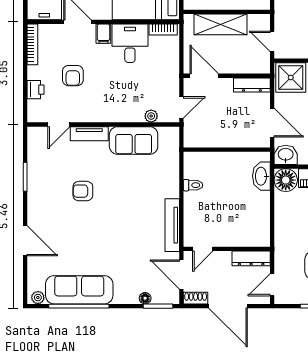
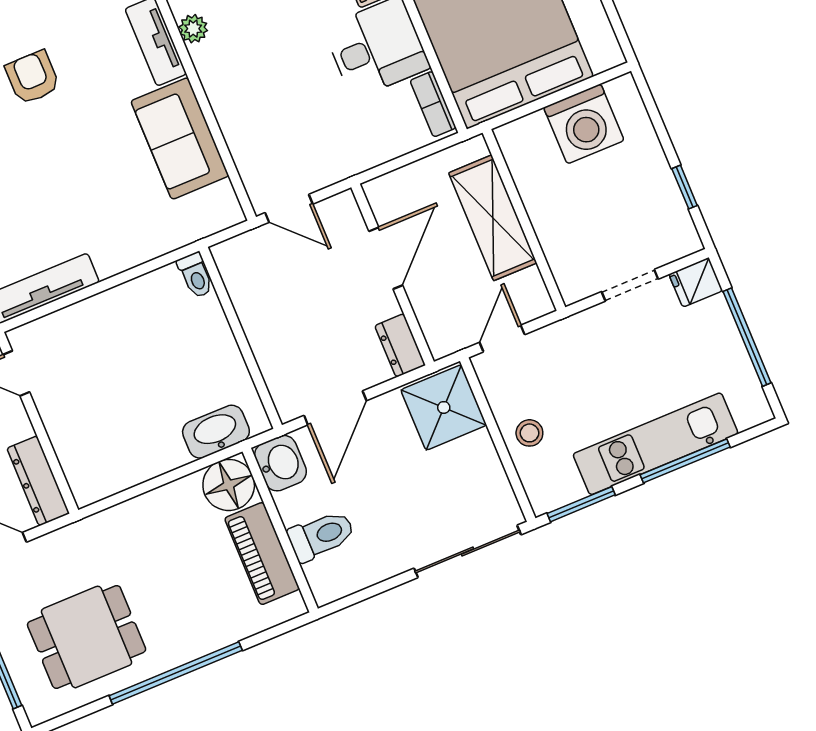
door: (204, 76) -> (386, 258), moved
dresser: (252, 85) -> (400, 345), width x0.70
plant: (151, 116) -> (193, 29), moved
toilet: (193, 185) -> (195, 275), moved

